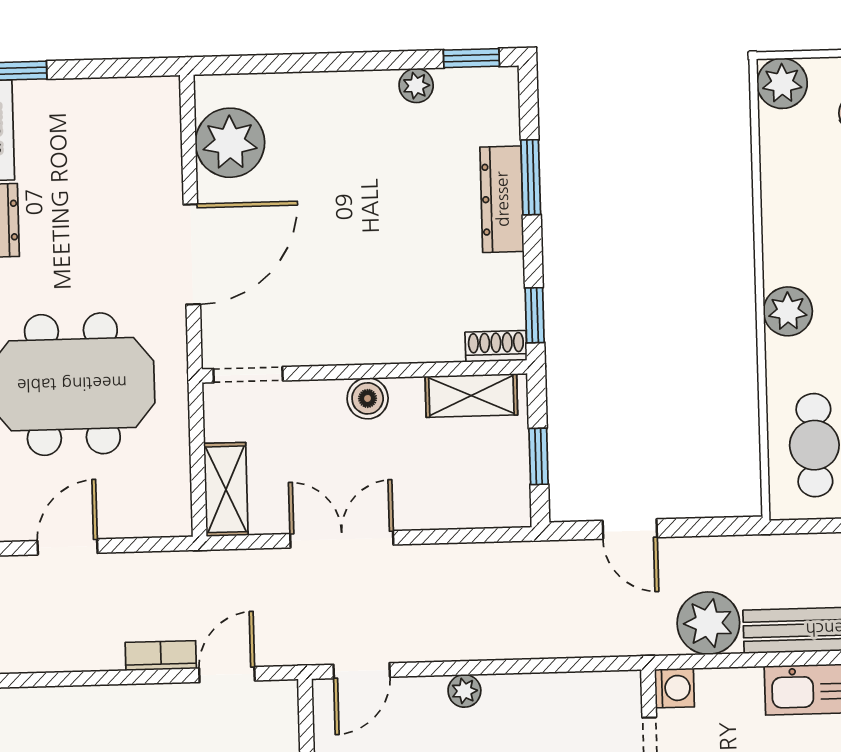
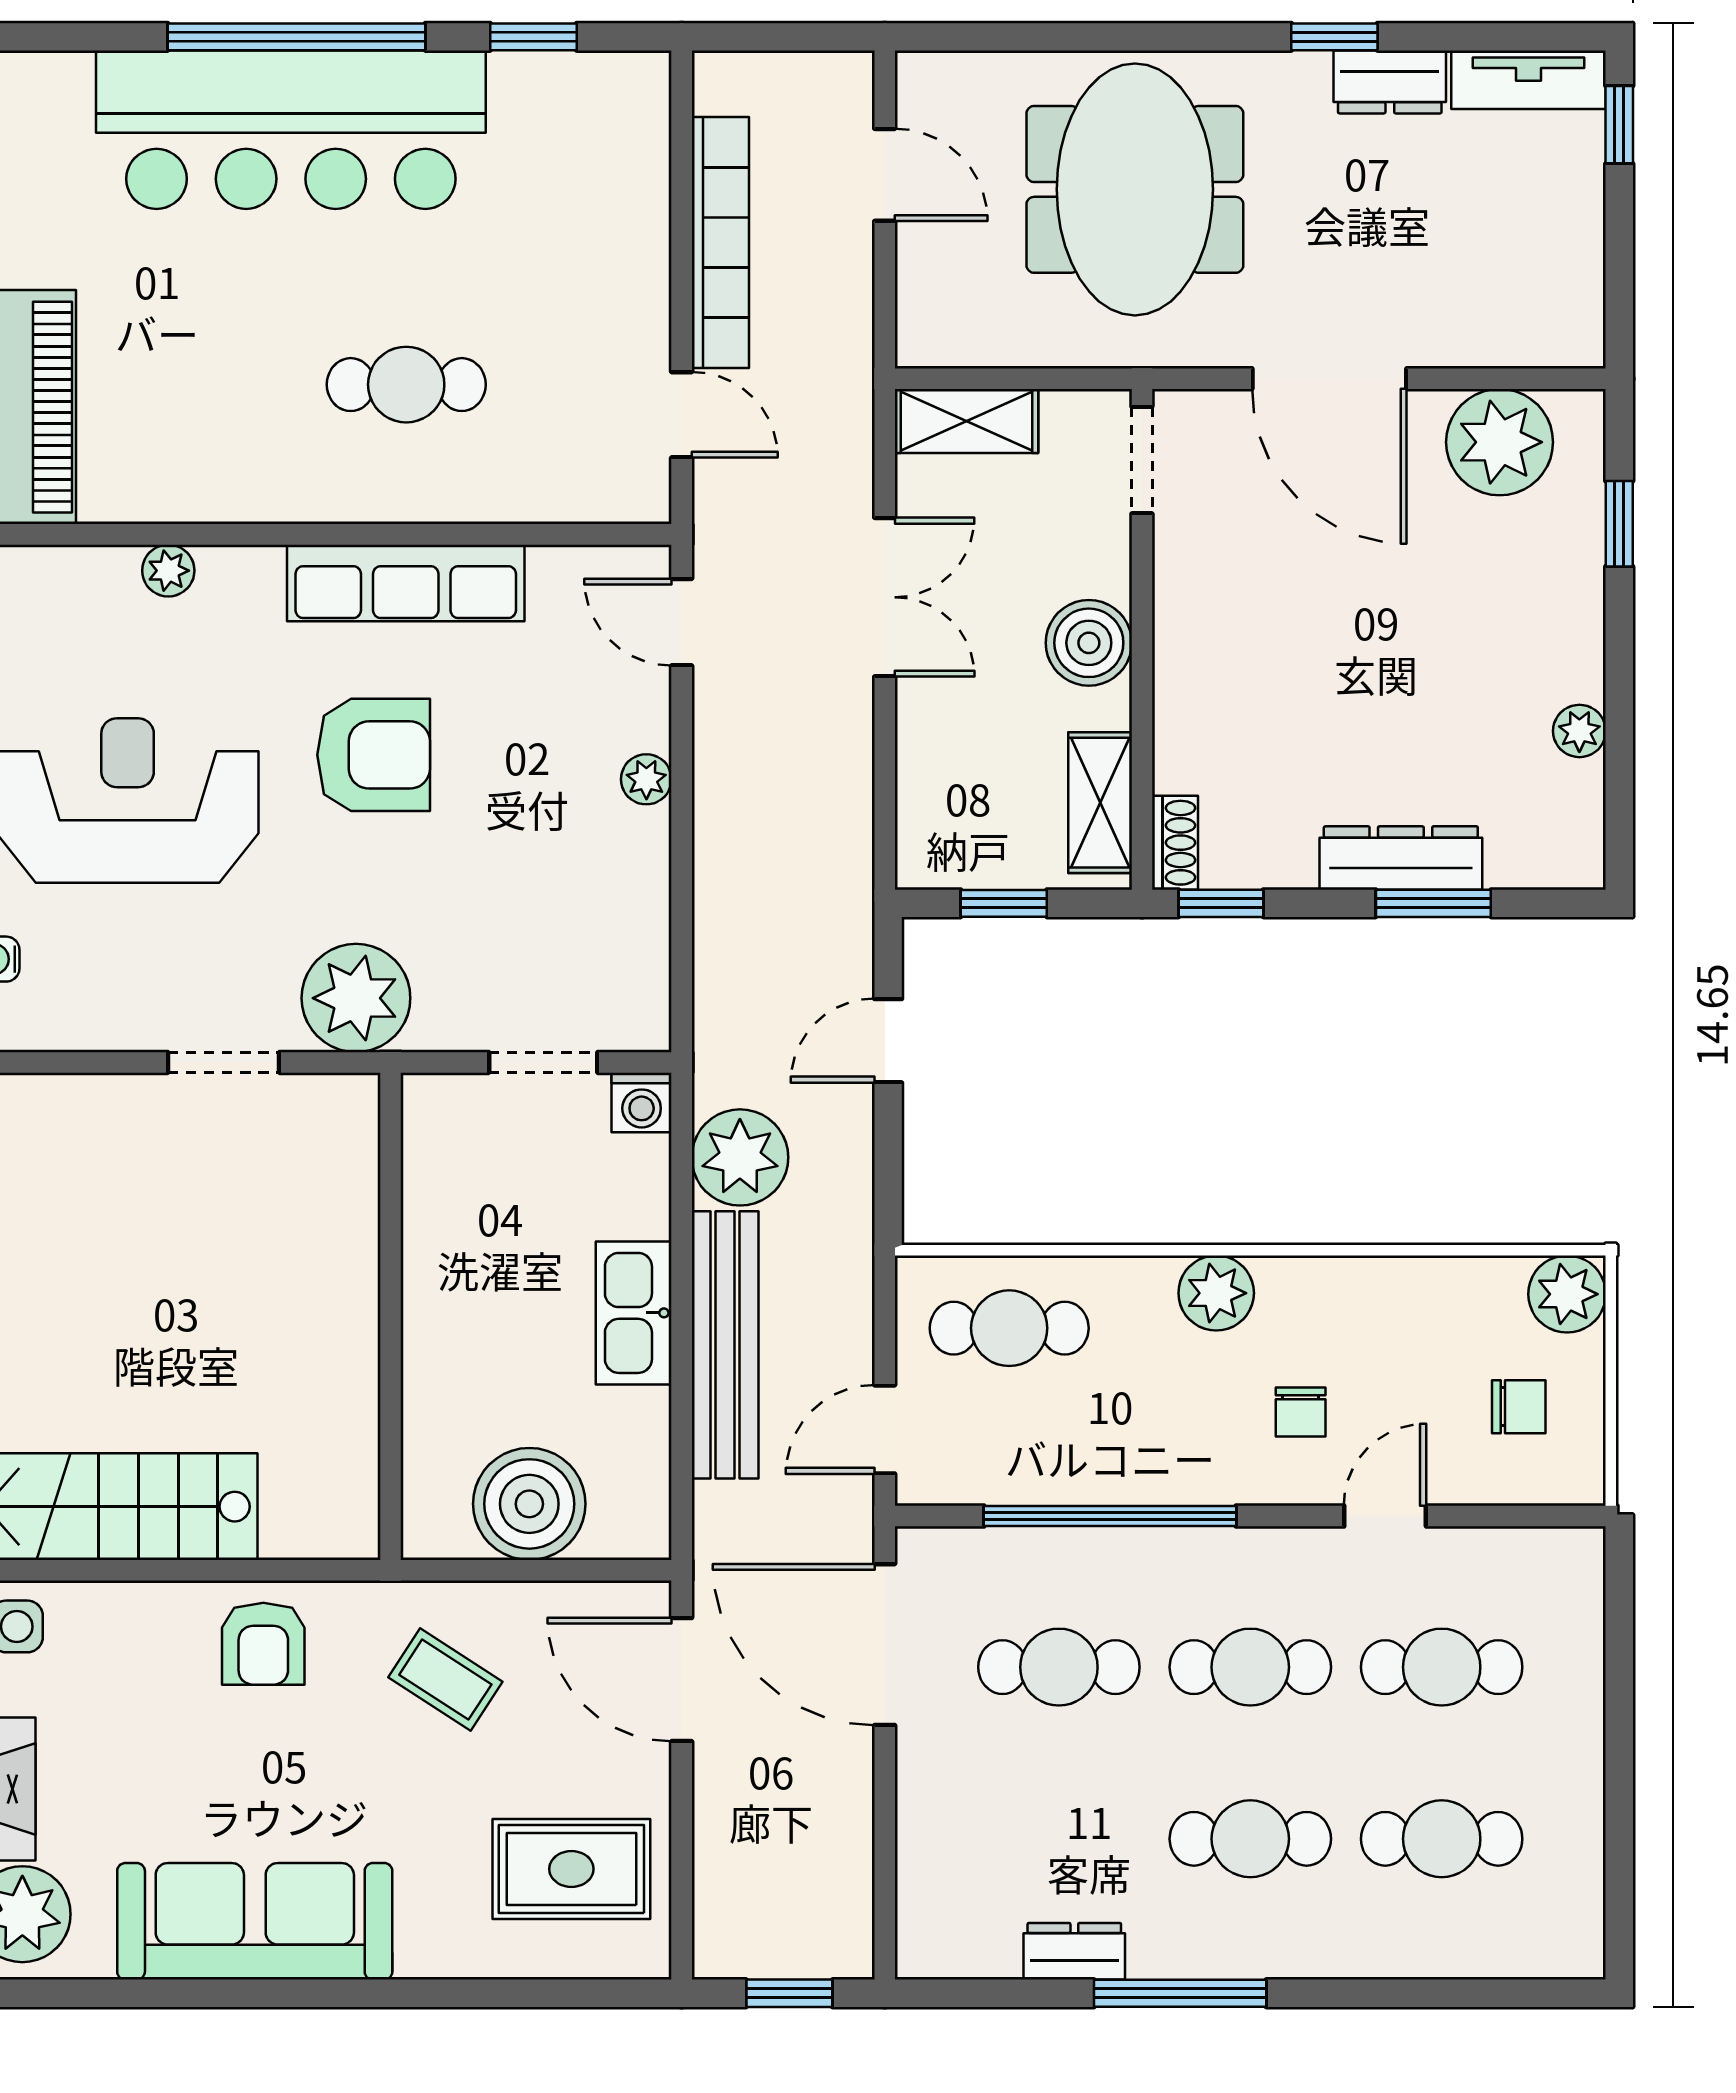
window: (471, 58) -> (1619, 524), moved
boiler: (368, 398) -> (1089, 643), width x1.36, depth x1.36
bookcase: (161, 656) -> (720, 242), width x2.31, depth x1.31

